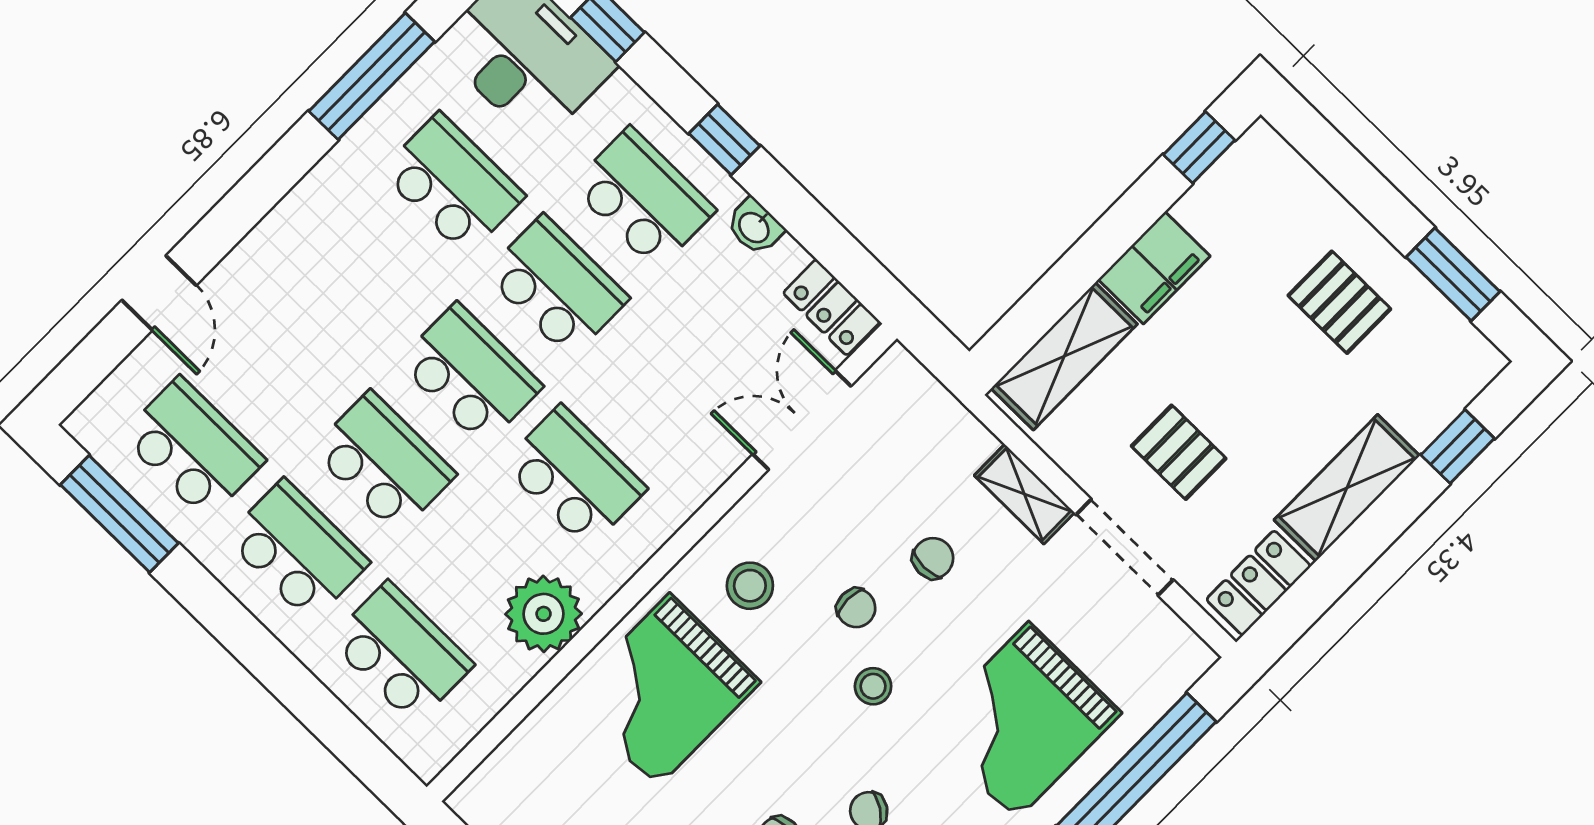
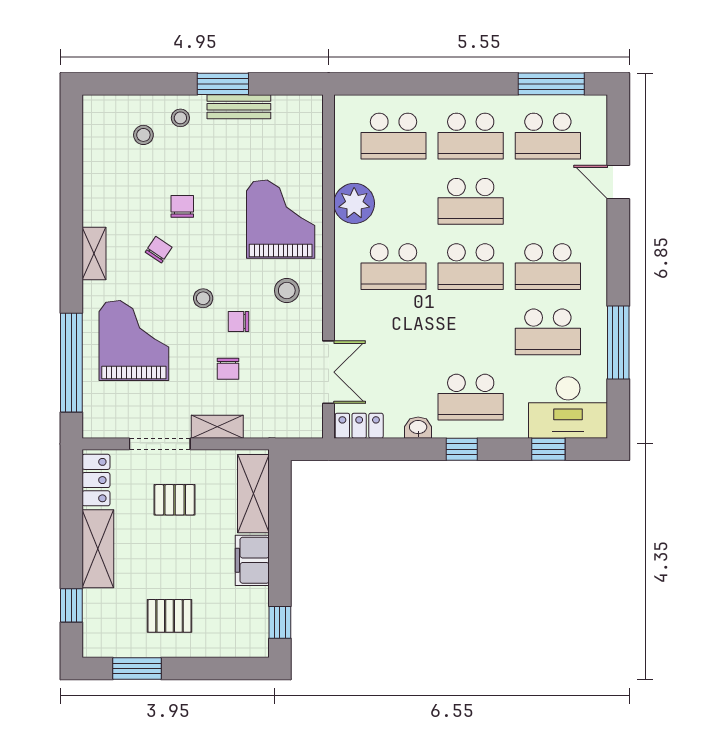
school desk: (557, 286) -> (548, 267), moved

